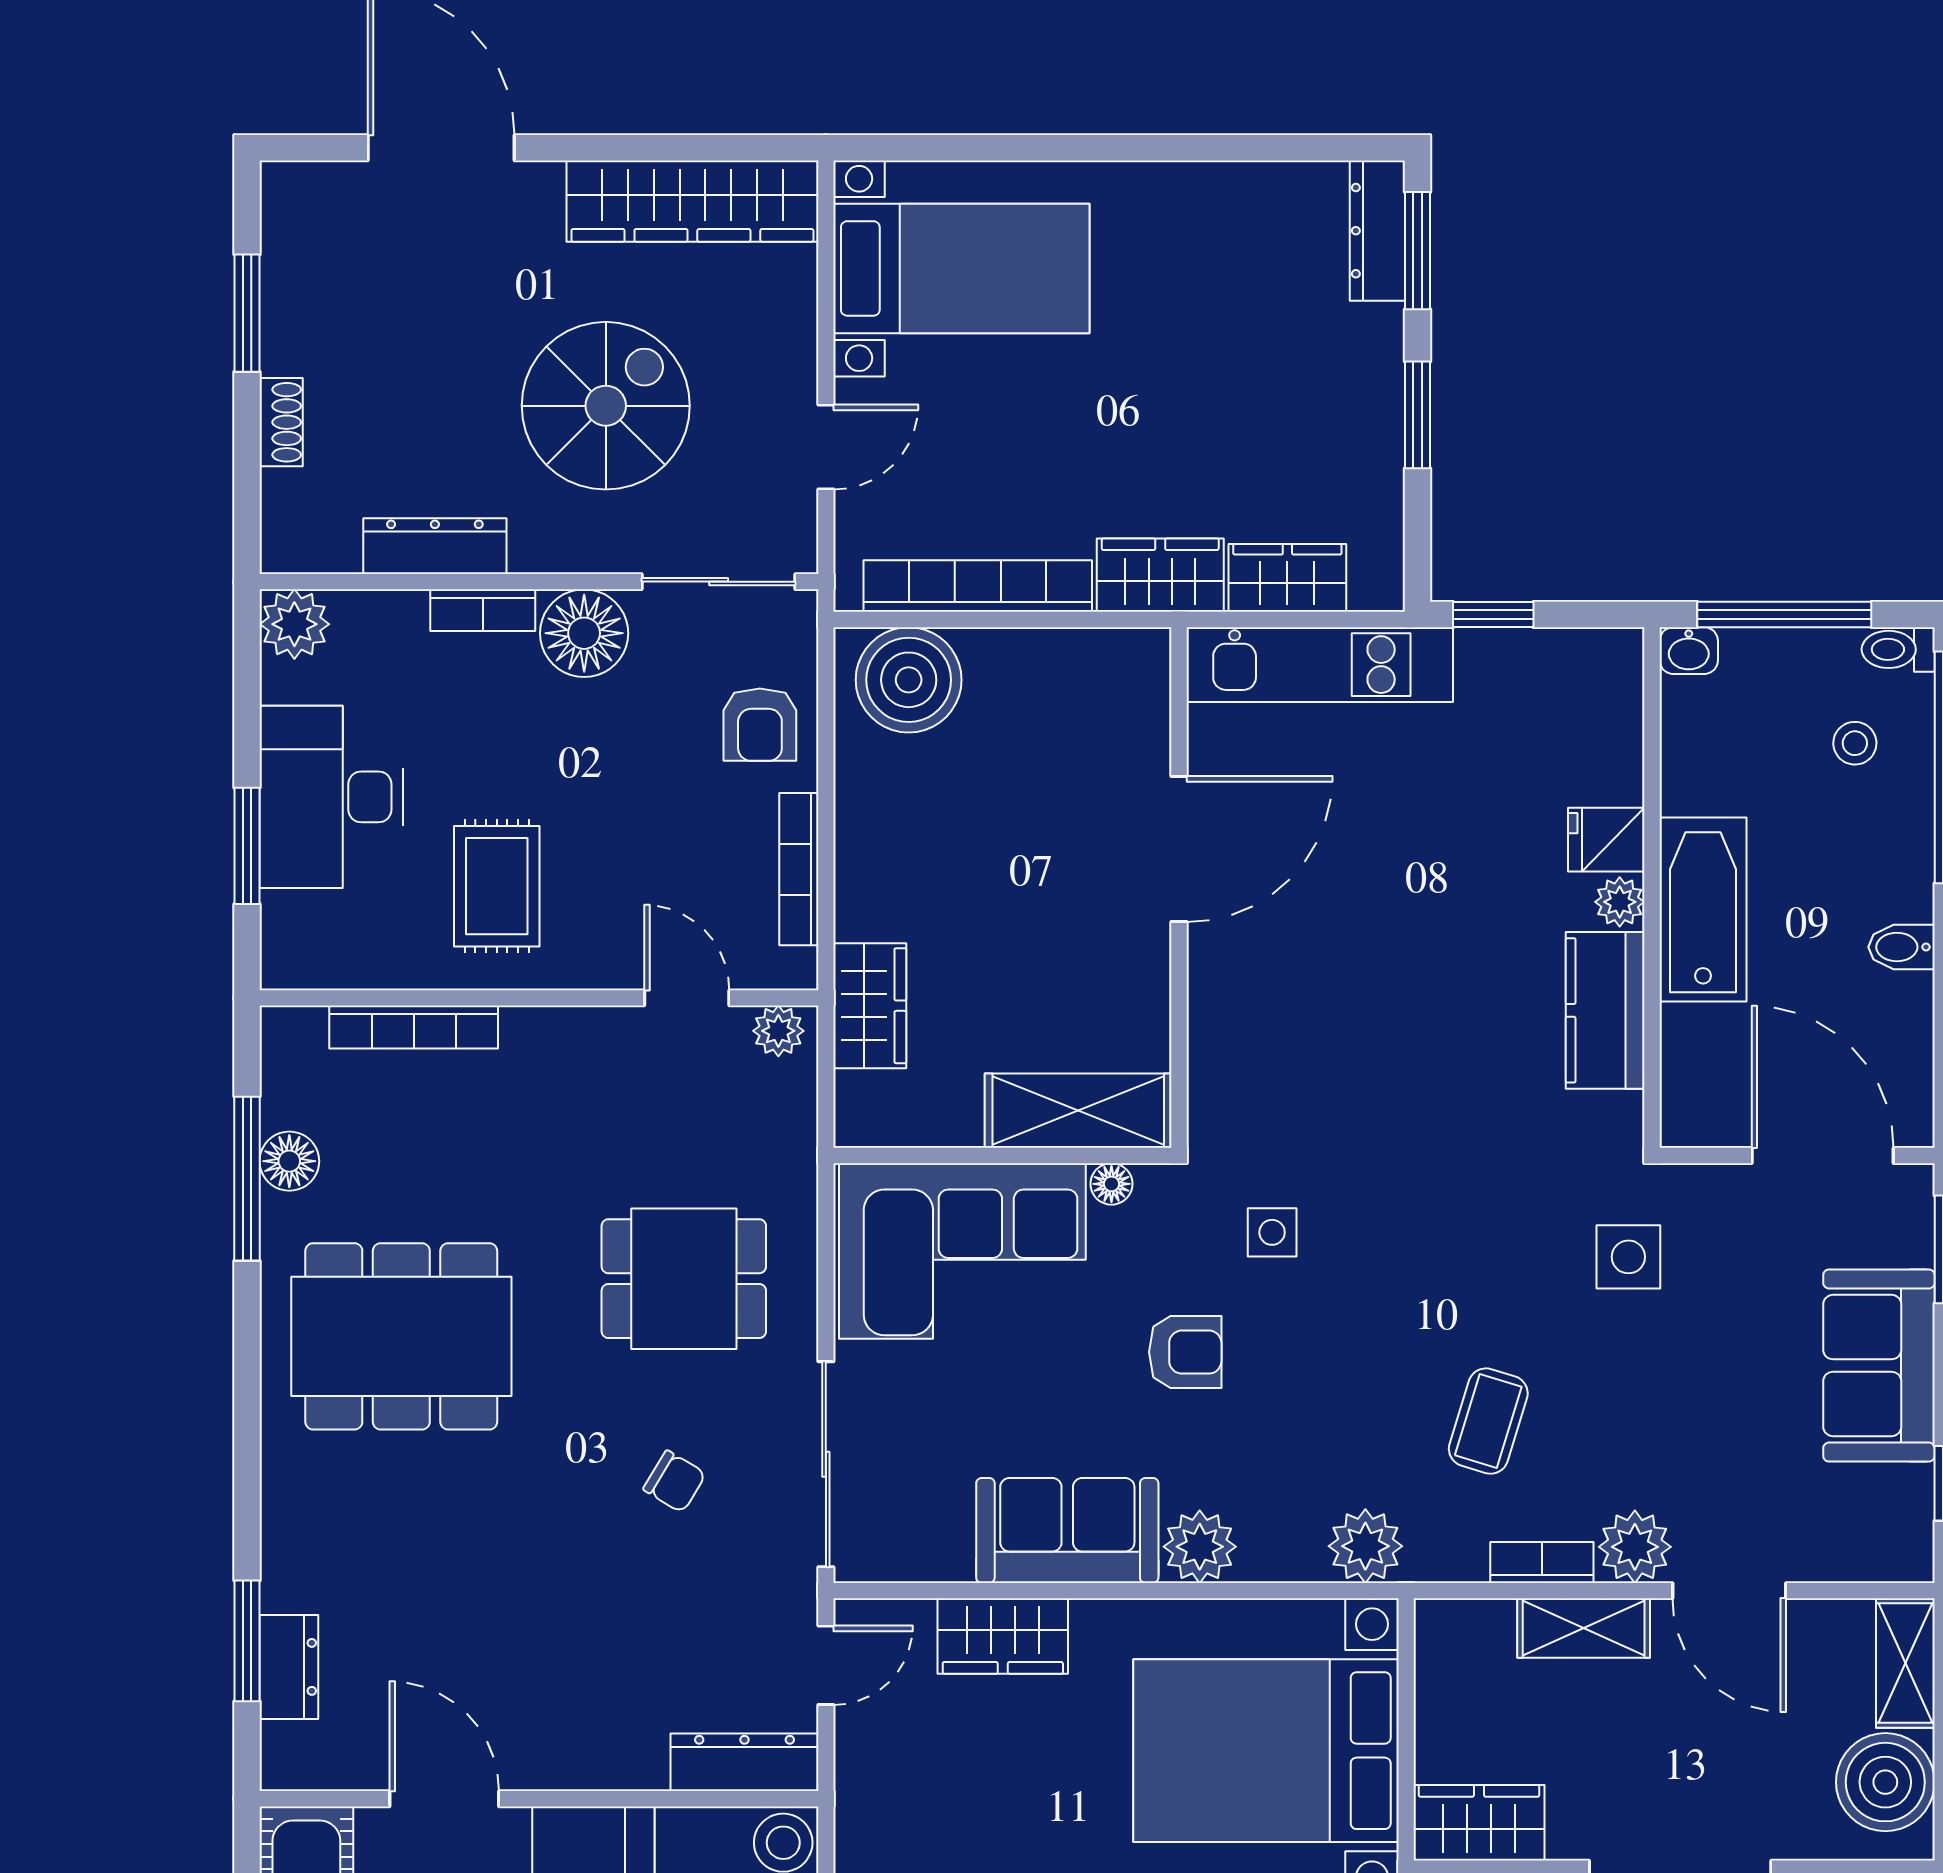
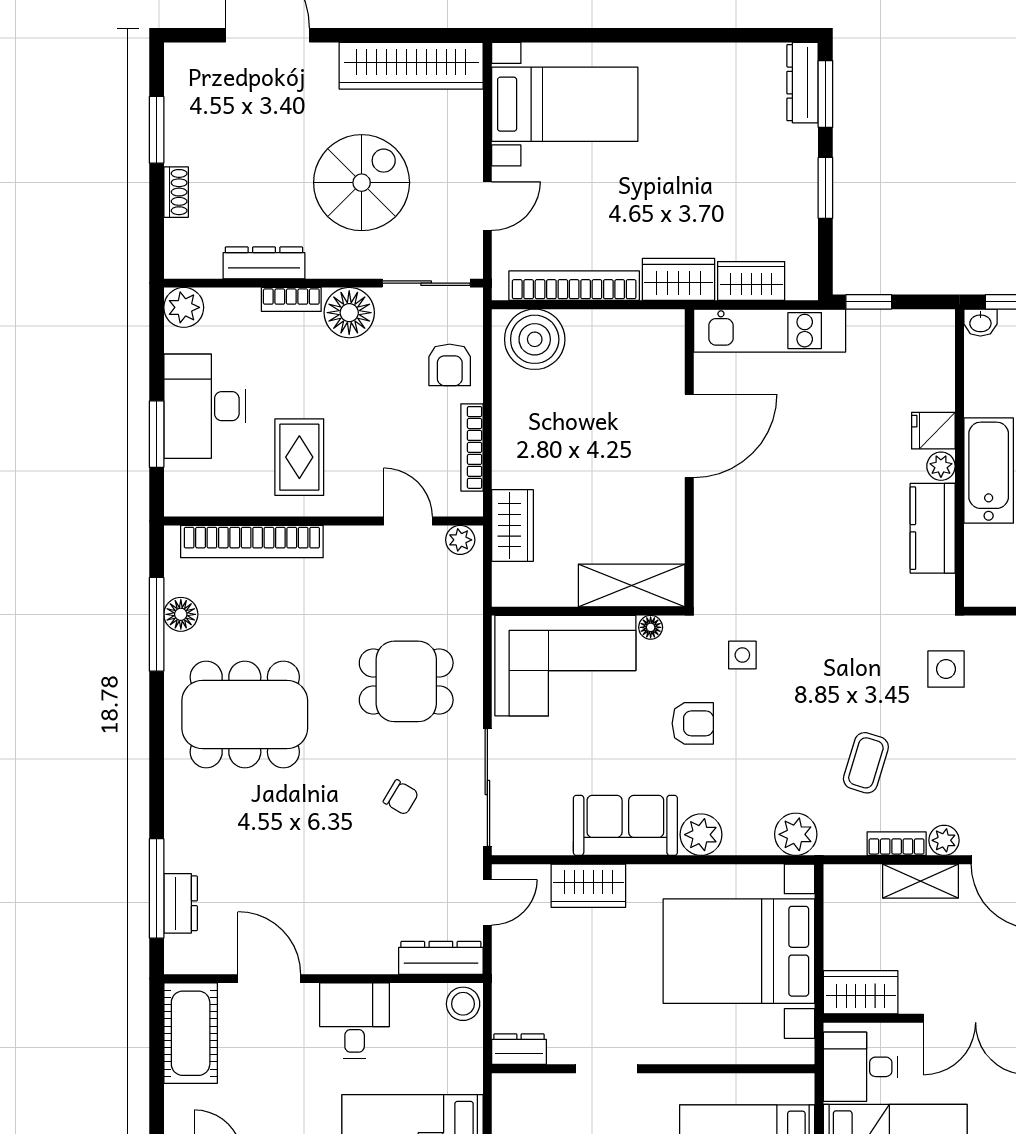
bookcase: (414, 1027) -> (252, 542), width x1.48, depth x1.31
plant: (1635, 1547) -> (944, 840), width x0.73, depth x0.73
window: (247, 1641) -> (157, 888), width x1.44

